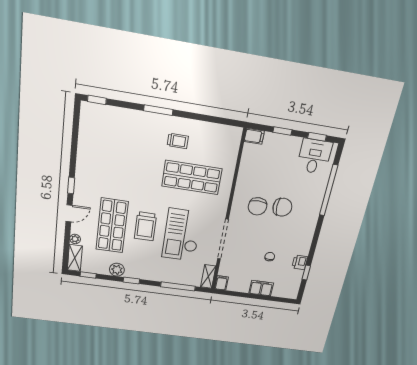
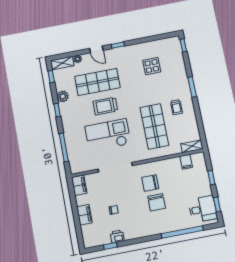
filing cabinet: (254, 136) -> (186, 162), moved
display table: (113, 153) -> (152, 66), added
shelving: (208, 277) -> (192, 146), moved
filing cabinet: (221, 283) -> (79, 185), width x2.00

